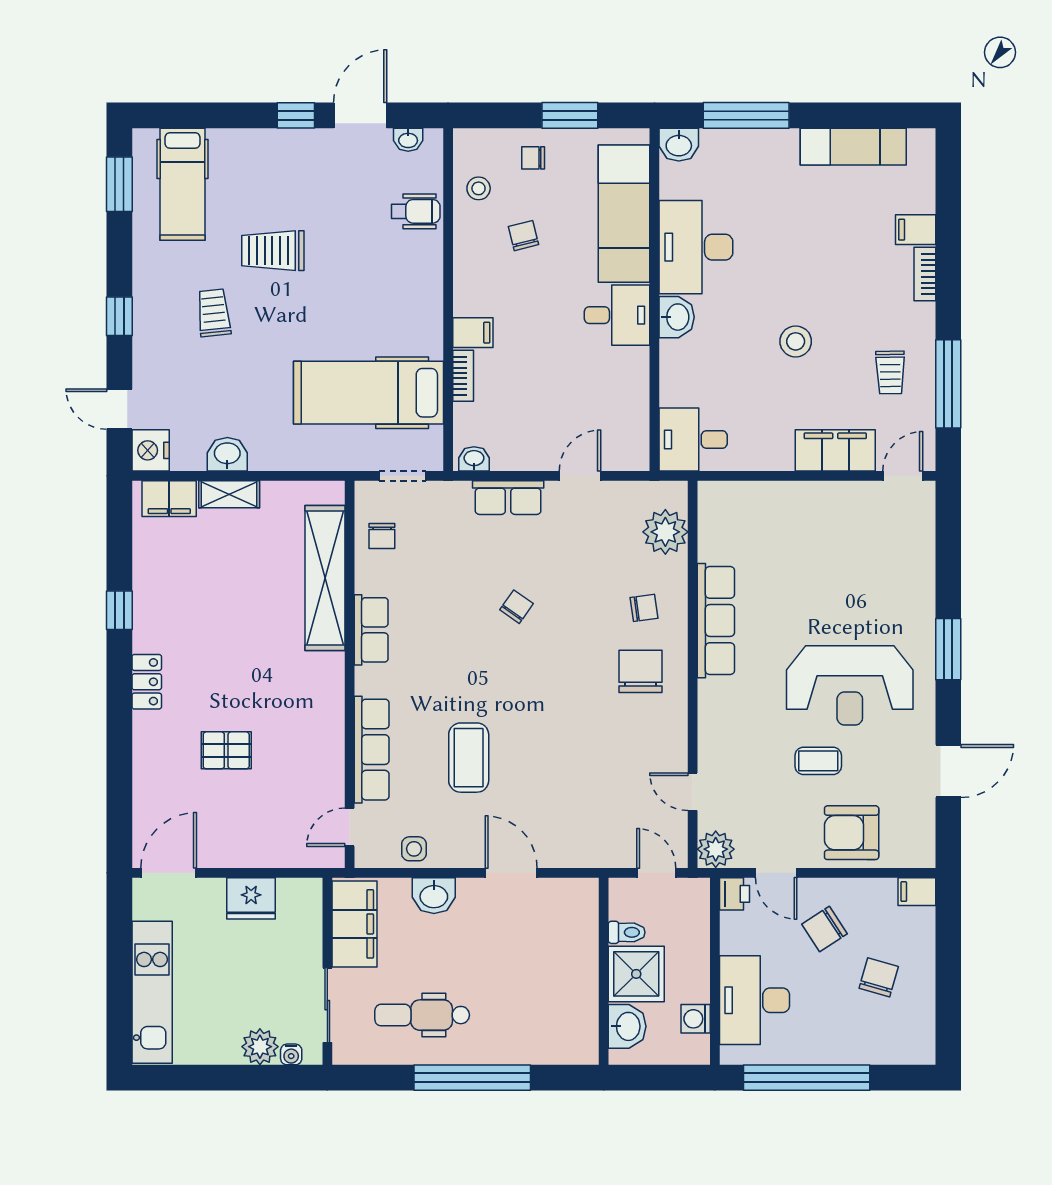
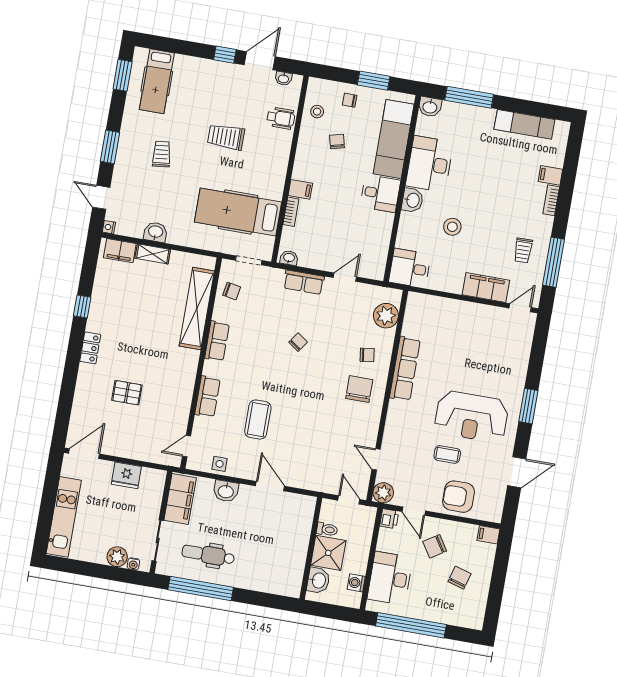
trolley: (273, 251) -> (226, 137), moved
window: (119, 316) -> (110, 147), width x1.50
stool: (796, 341) -> (452, 227), moved
nightstand: (151, 450) -> (109, 227), width x0.53, depth x0.56
chair: (382, 536) -> (232, 291), turned -80
row of seats: (372, 750) -> (208, 397), width x0.68
window: (472, 1078) -> (201, 589), moved

